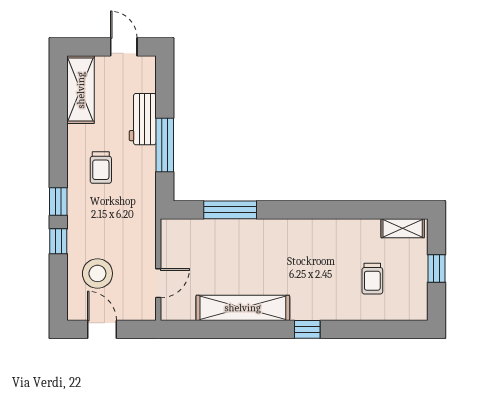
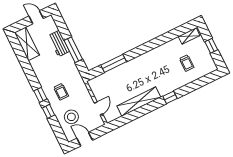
trolley: (101, 168) -> (61, 92), moved

